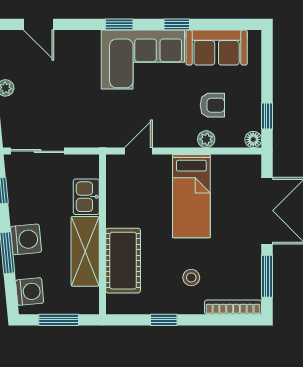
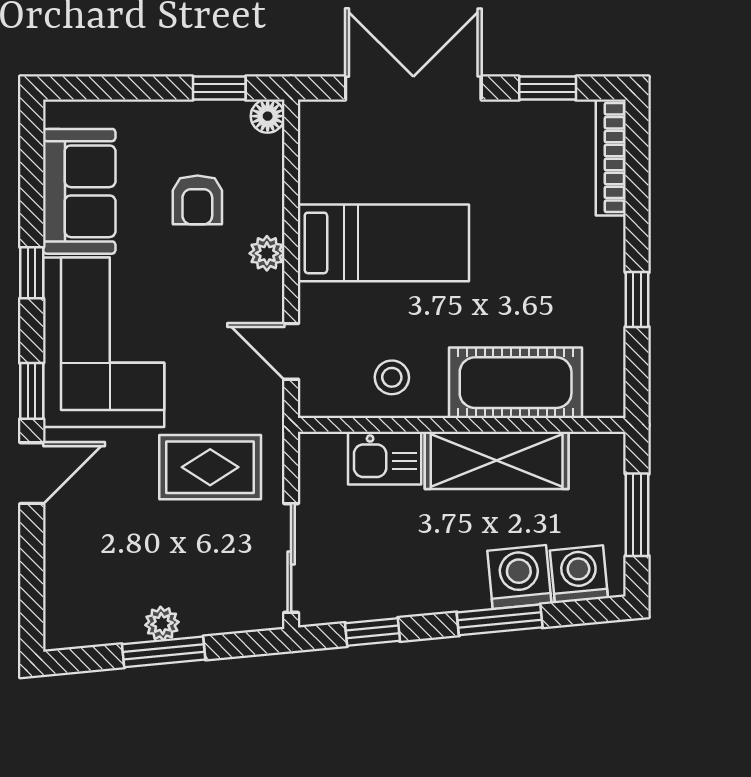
door: (39, 24) -> (32, 473), moved
armchair: (212, 105) -> (197, 200), turned 180
rug: (82, 111) -> (210, 467), added
plant: (206, 139) -> (267, 253), moved
washing machine: (26, 239) -> (519, 577), moved
window: (267, 276) -> (548, 88), width x0.67
stool: (191, 278) -> (392, 377), moved

